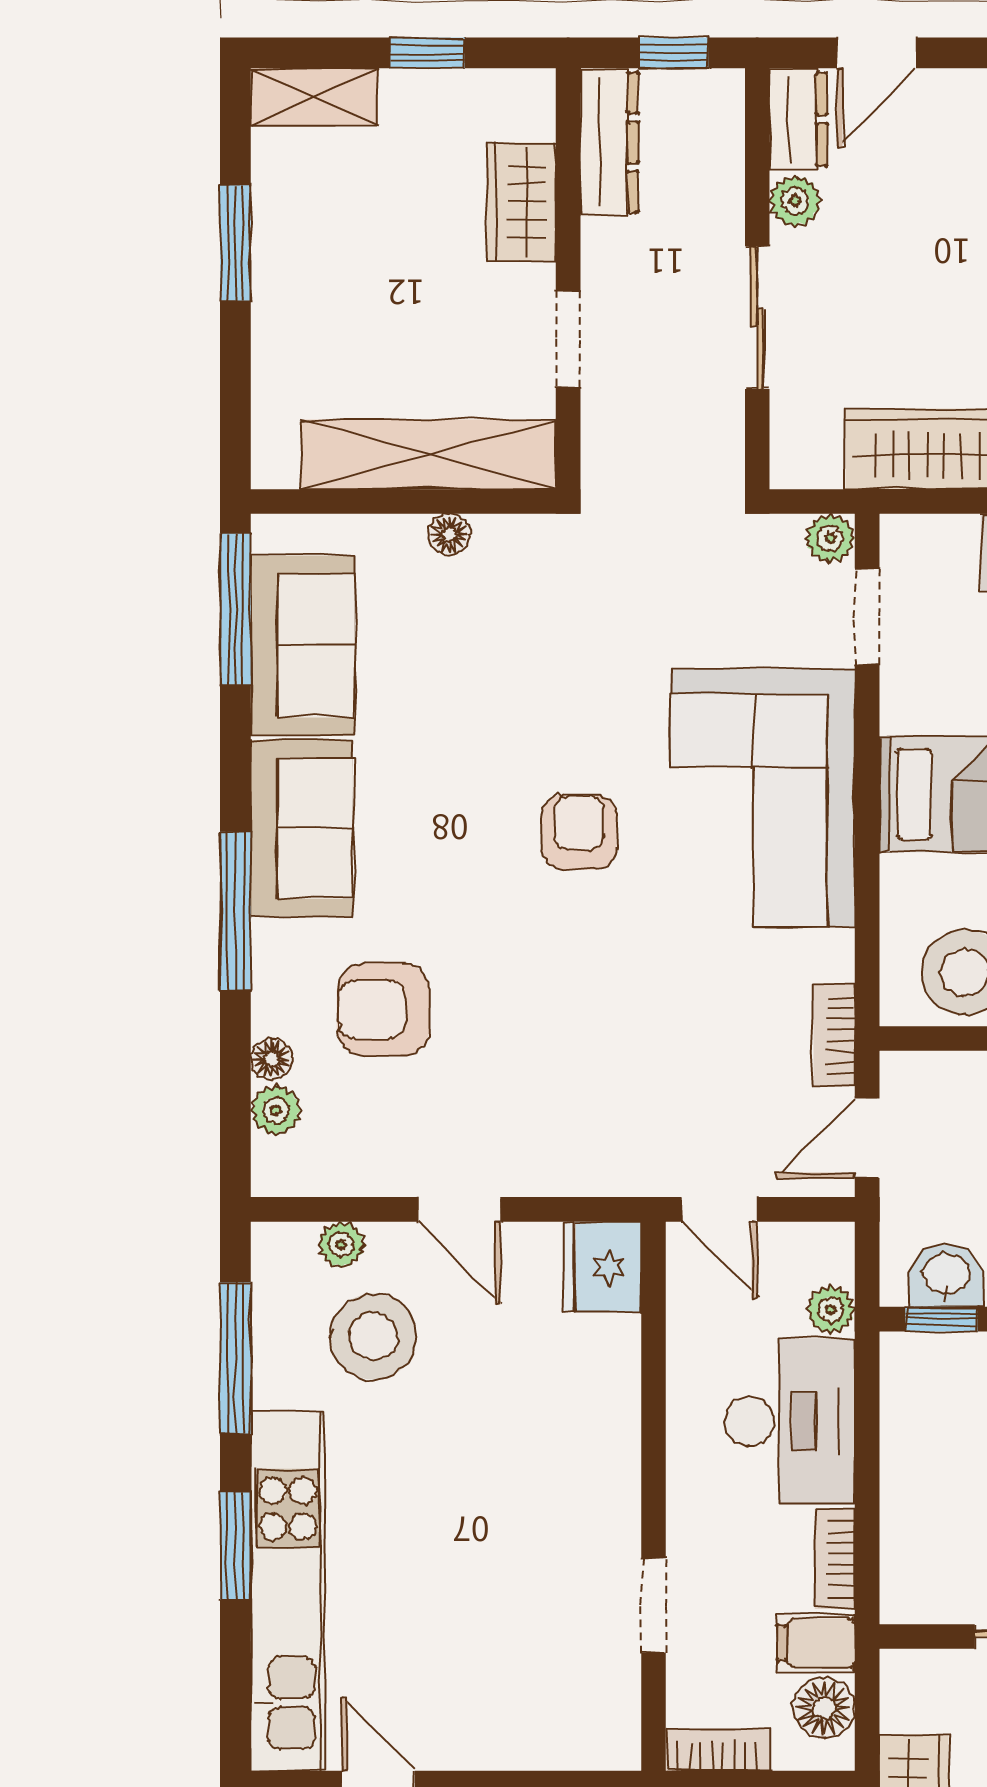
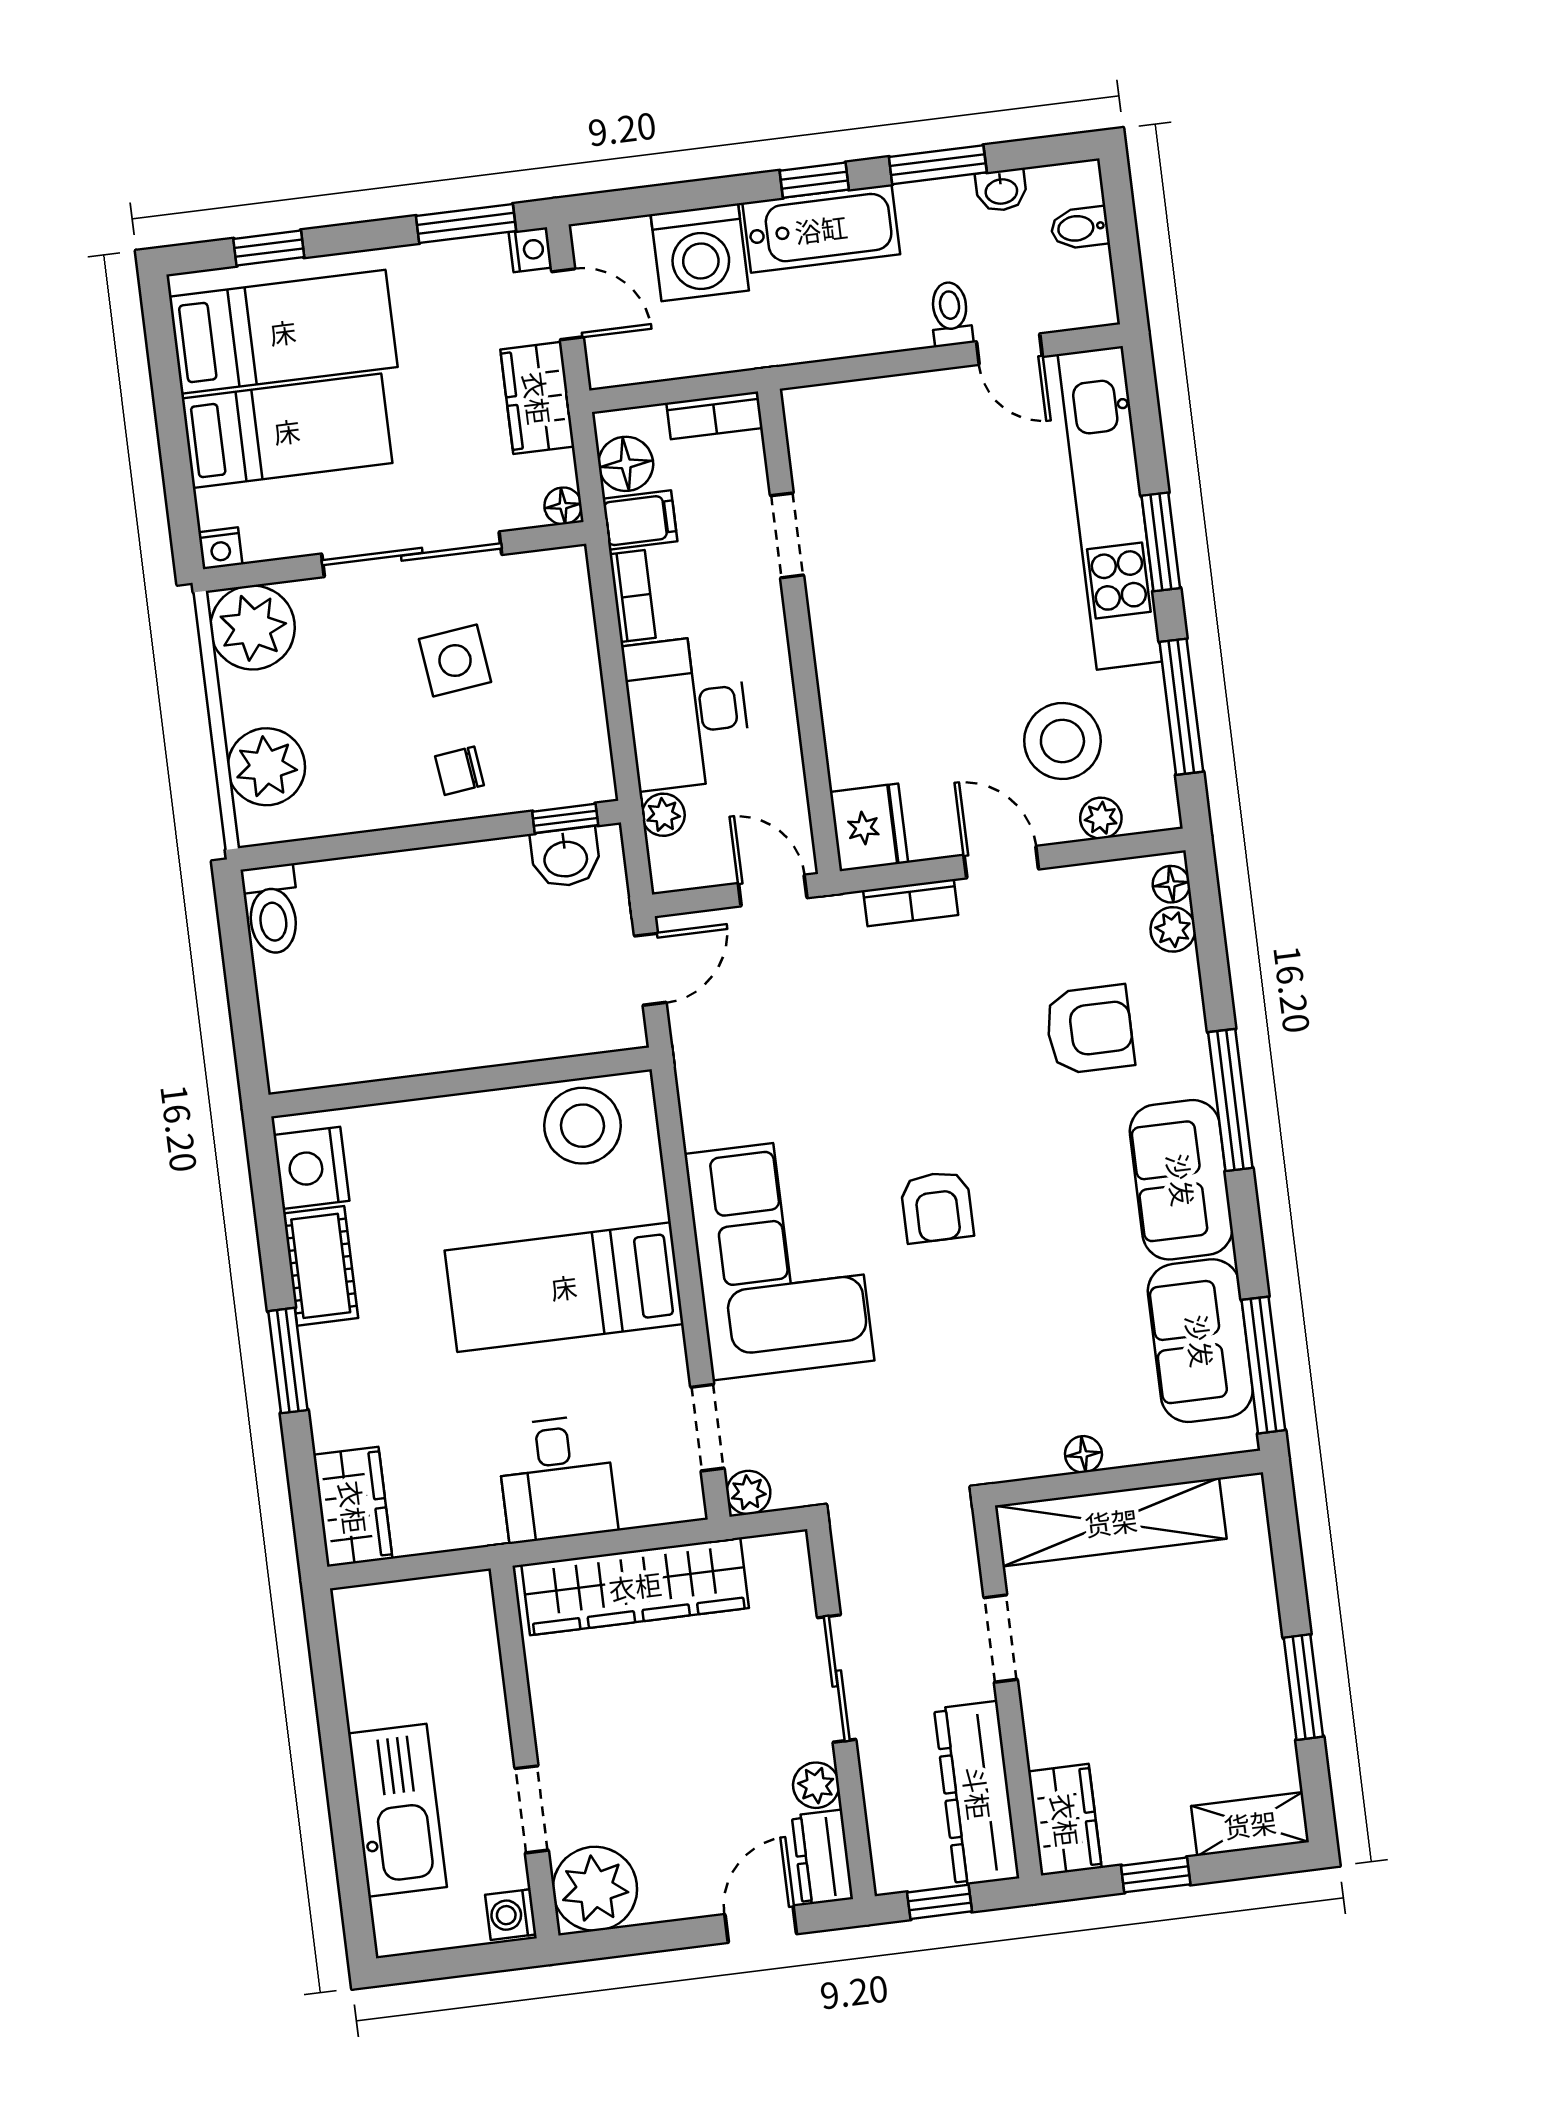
dresser: (609, 142) -> (977, 1793), width x1.37, depth x1.24
wardrobe: (521, 202) -> (1065, 1820), moved
bookcase: (834, 1035) -> (911, 903), moved, turned 90
floor lamp: (272, 1059) -> (1171, 884), moved
floor lamp: (900, 1670) -> (563, 506), added

